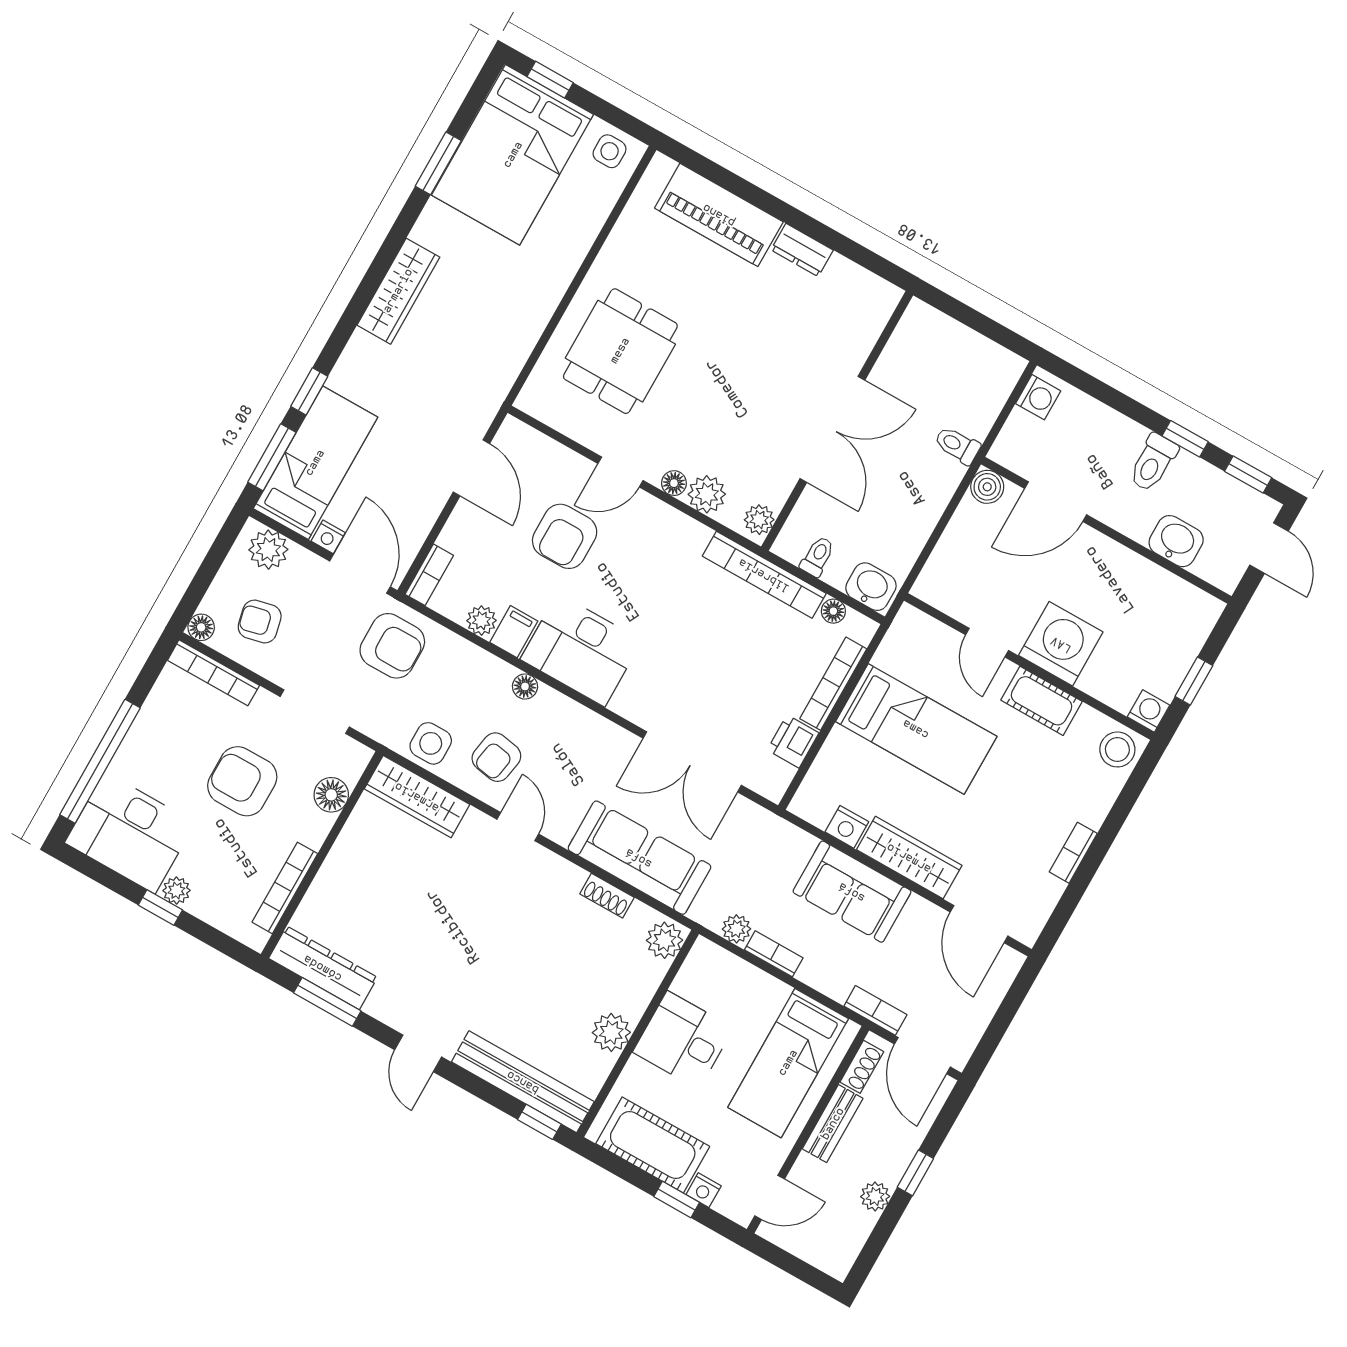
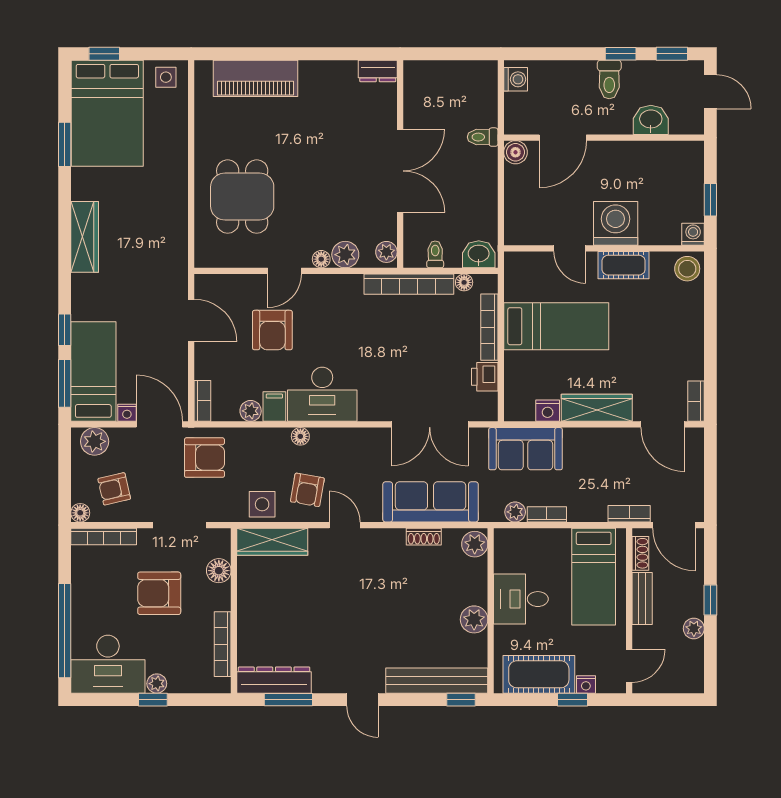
dresser: (802, 250) -> (378, 71), moved
bookcase: (1073, 853) -> (696, 401), moved
sofa: (852, 892) -> (525, 449), moved

